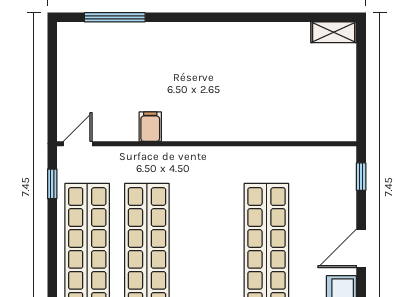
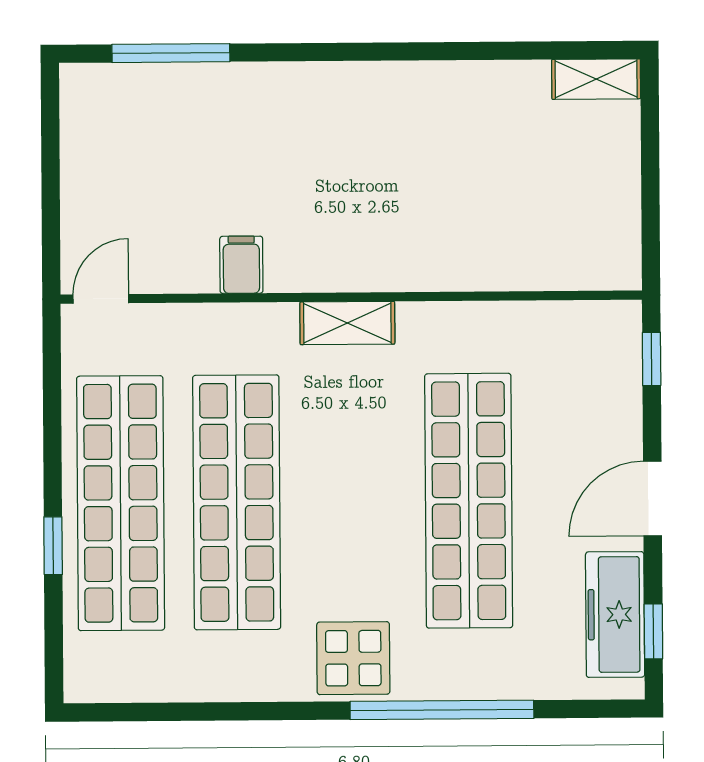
shelving: (205, 157) -> (347, 323), added
window: (52, 184) -> (53, 546), moved

